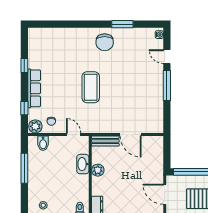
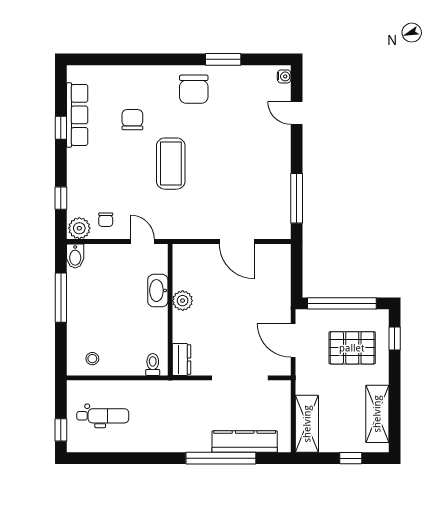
chair: (67, 61) -> (132, 120), added
window: (167, 85) -> (297, 198), moved
row of seats: (34, 88) -> (77, 115), moved
bench: (105, 141) -> (195, 252), removed
bidet: (43, 143) -> (75, 256), moved

